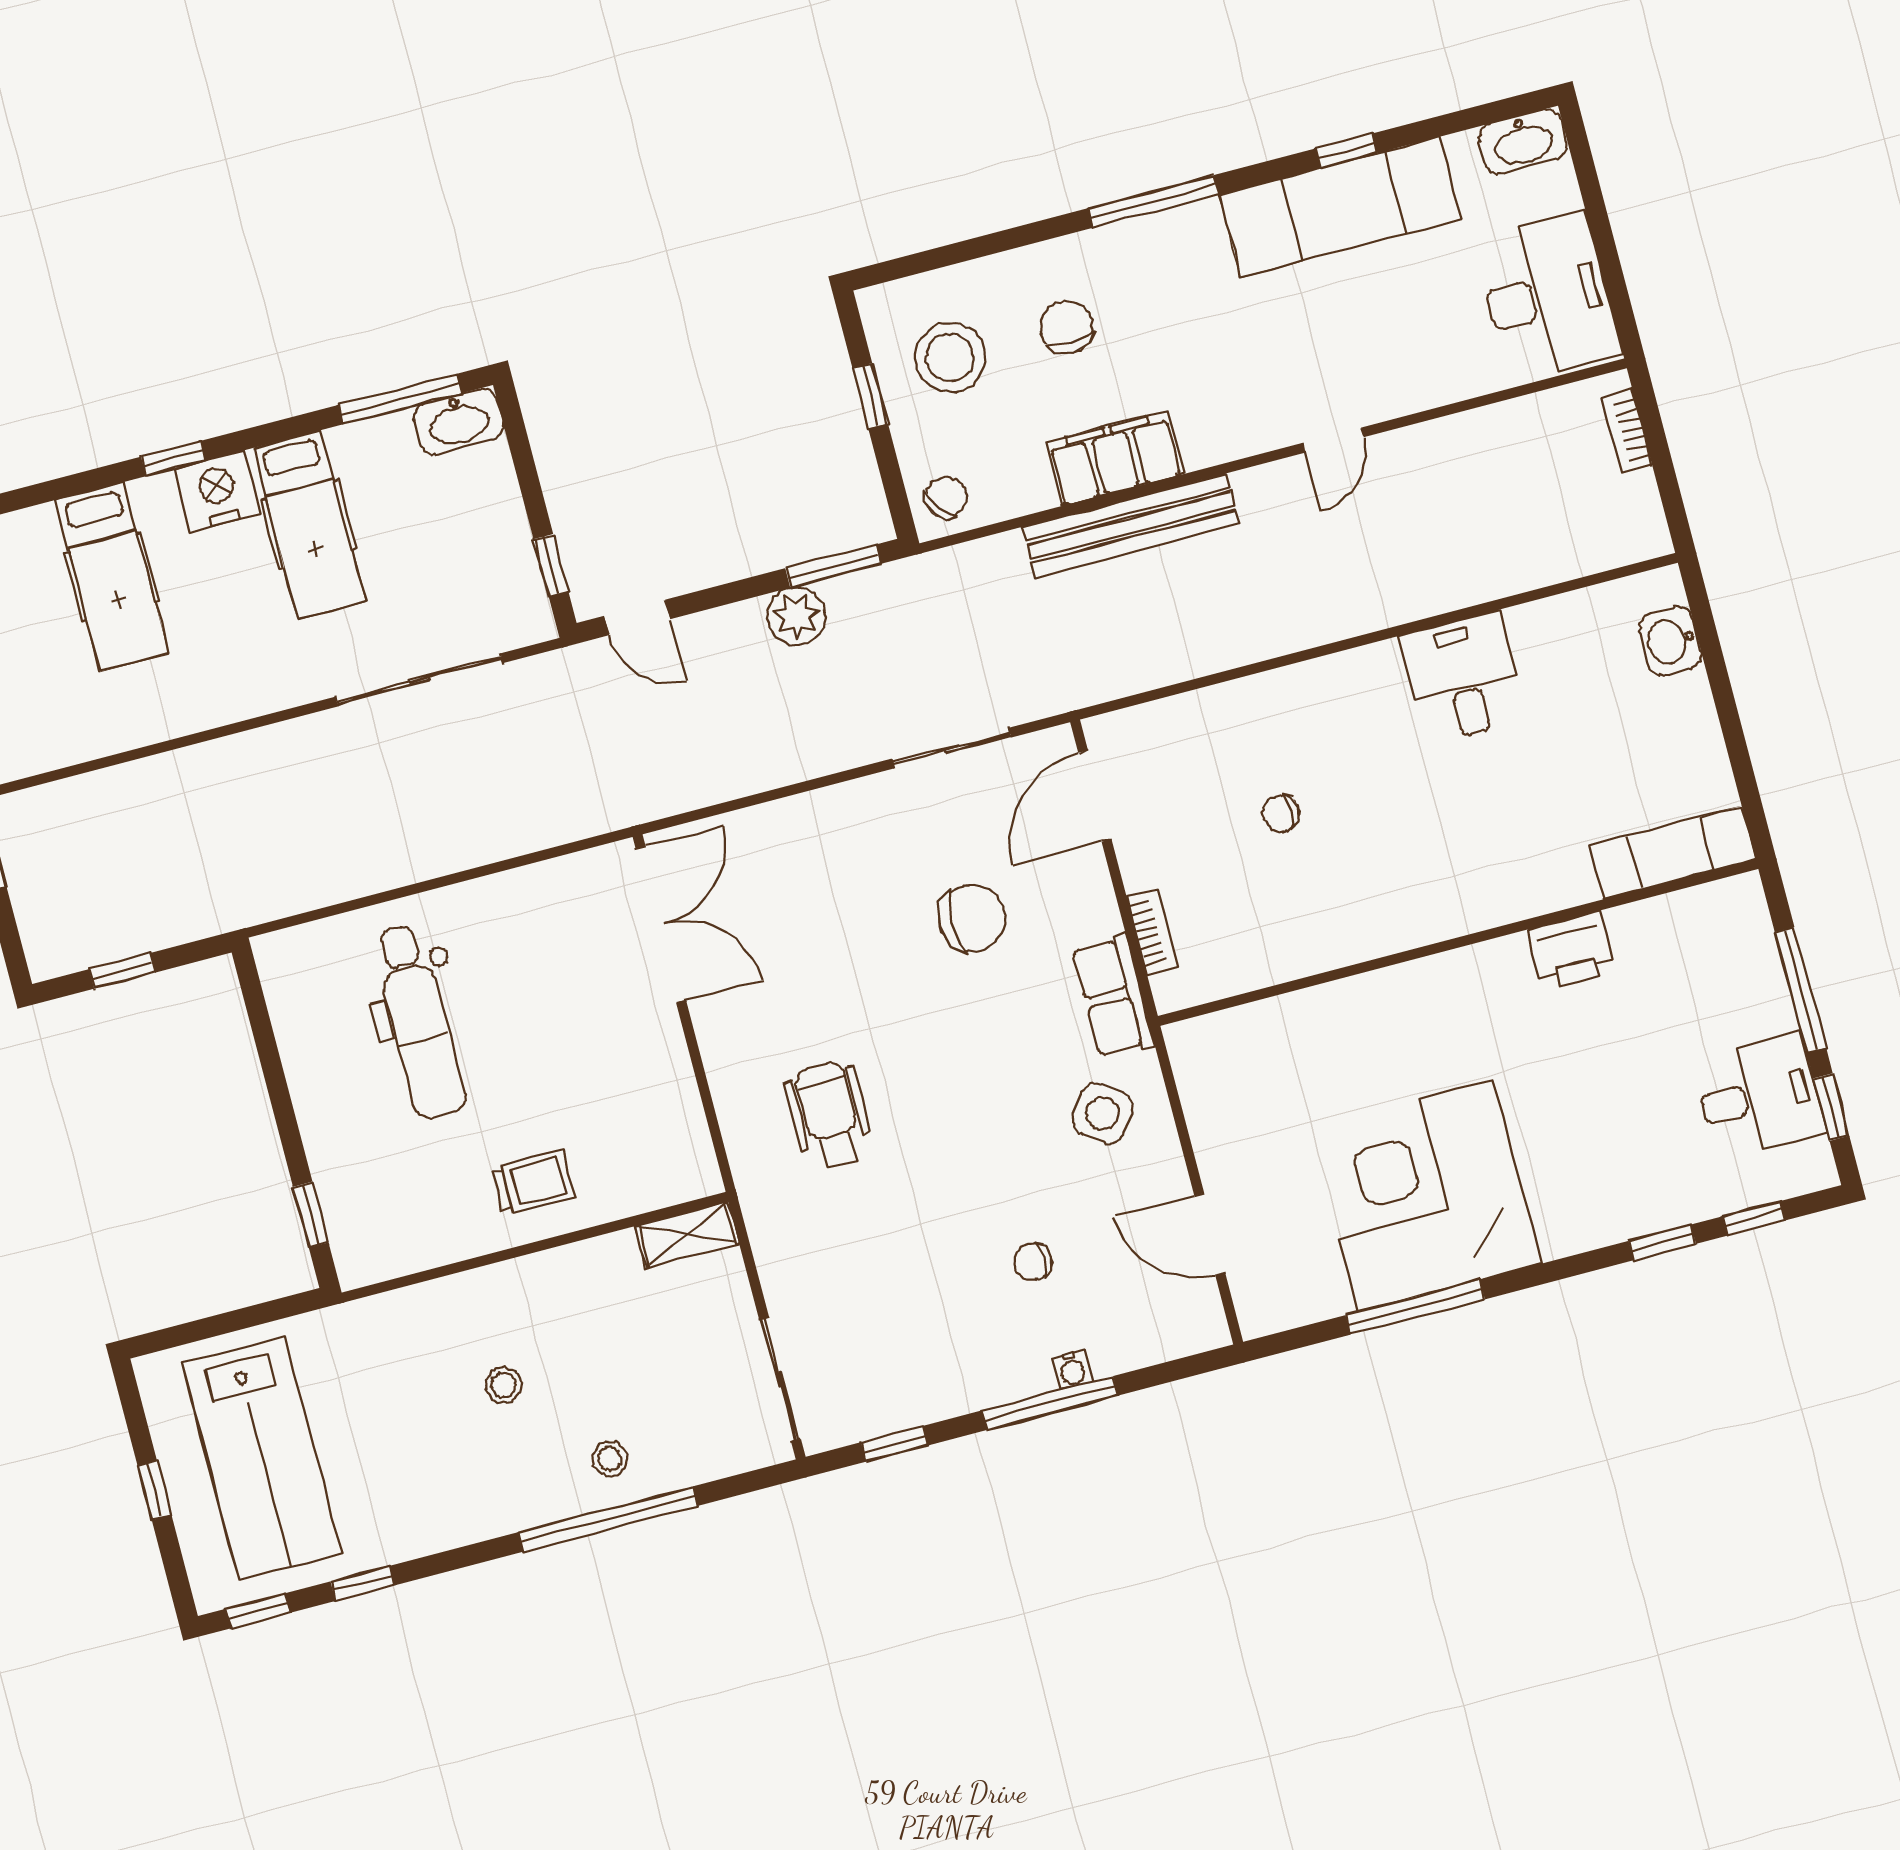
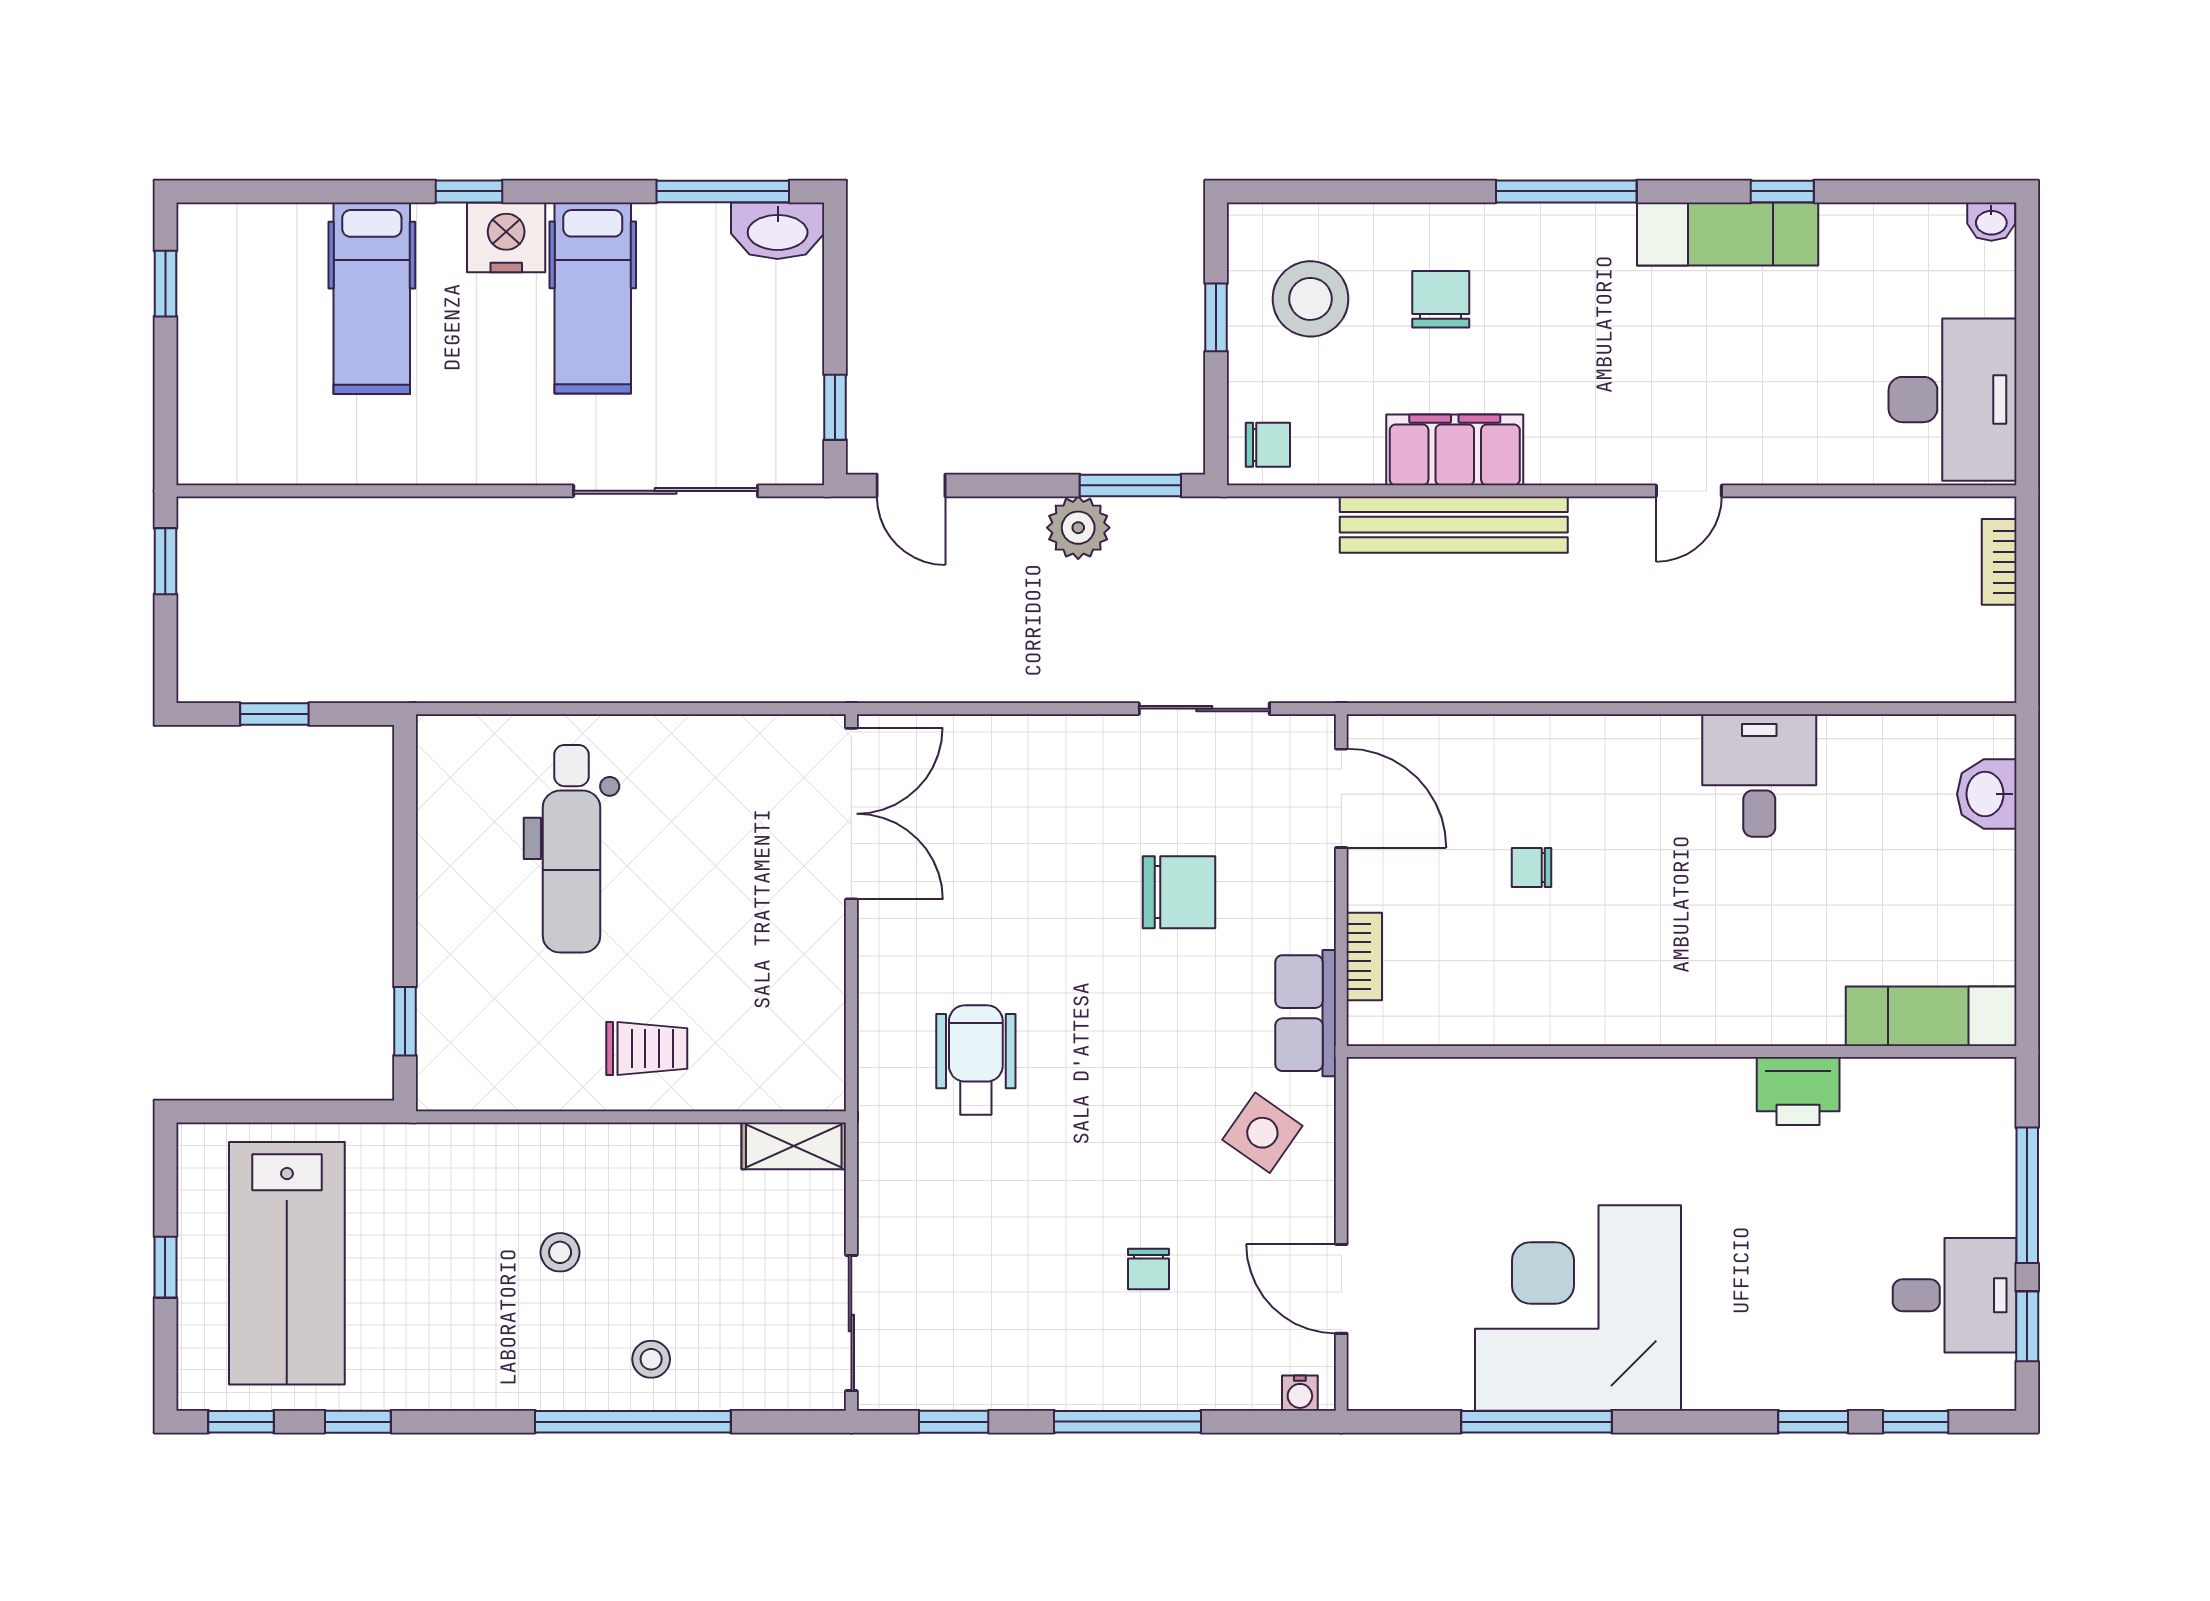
washbasin: (1523, 142) -> (1991, 222), width x0.52, depth x0.69
exam couch: (1340, 207) -> (1728, 234), width x0.73, depth x0.69
chair: (946, 498) -> (1268, 445), turned 37
door: (1095, 796) -> (1341, 798), swing flipped
chair: (1033, 1262) -> (1149, 1269), turned -90
water cooler: (1072, 1370) -> (1300, 1393), moved

